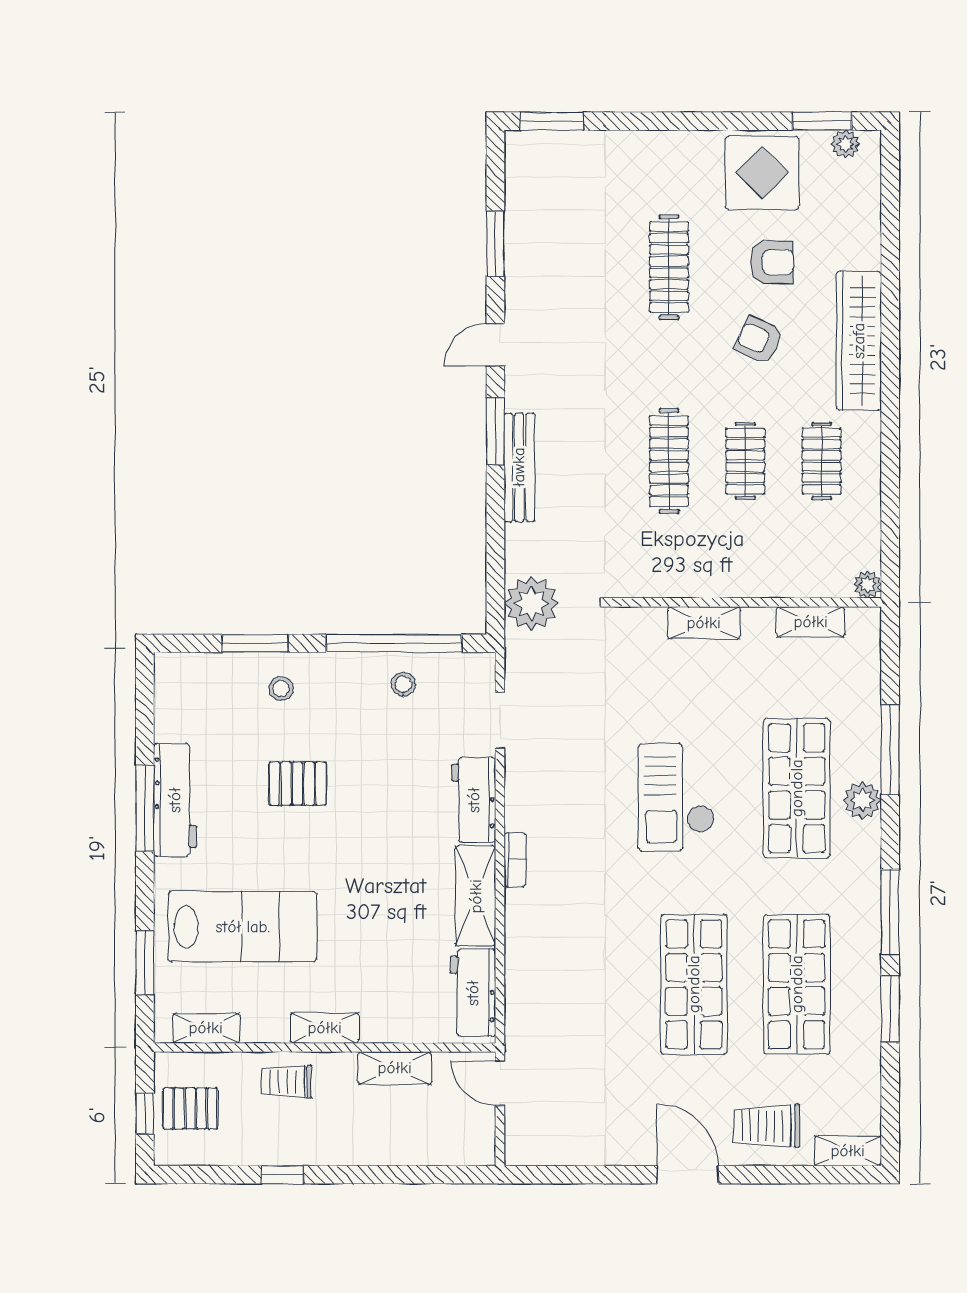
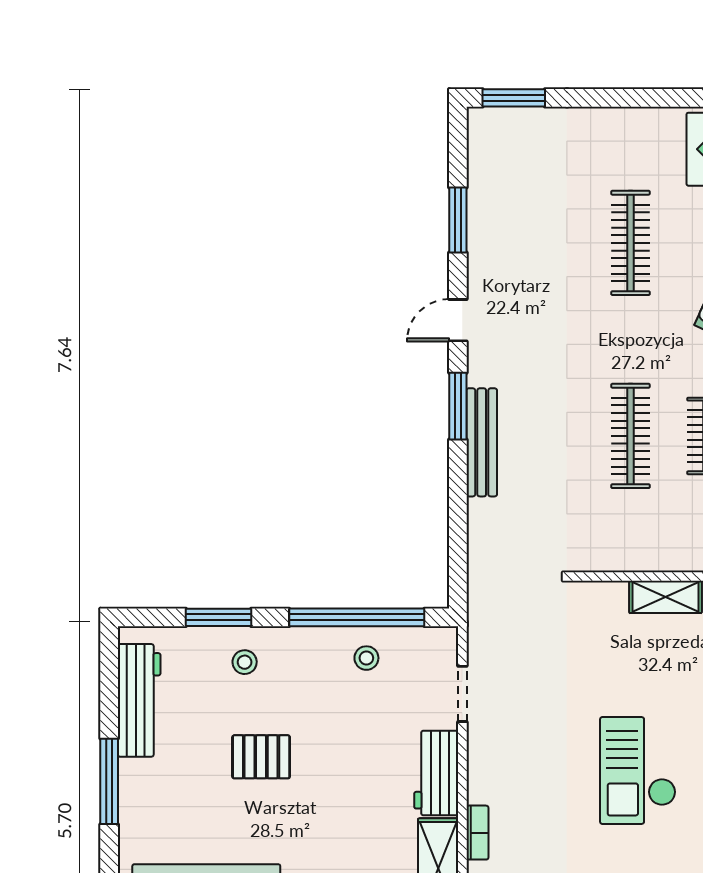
plant: (531, 603) -> (494, 578), removed
workbench: (175, 800) -> (139, 700), moved

